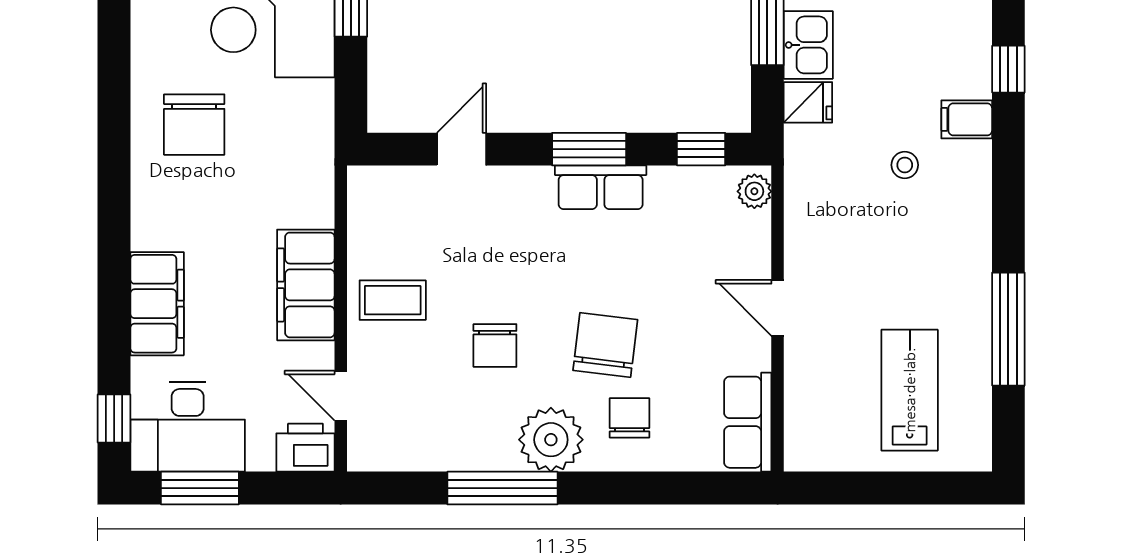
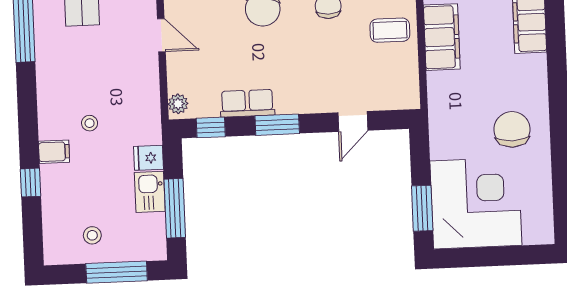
row of seats: (601, 187) -> (247, 103), moved

